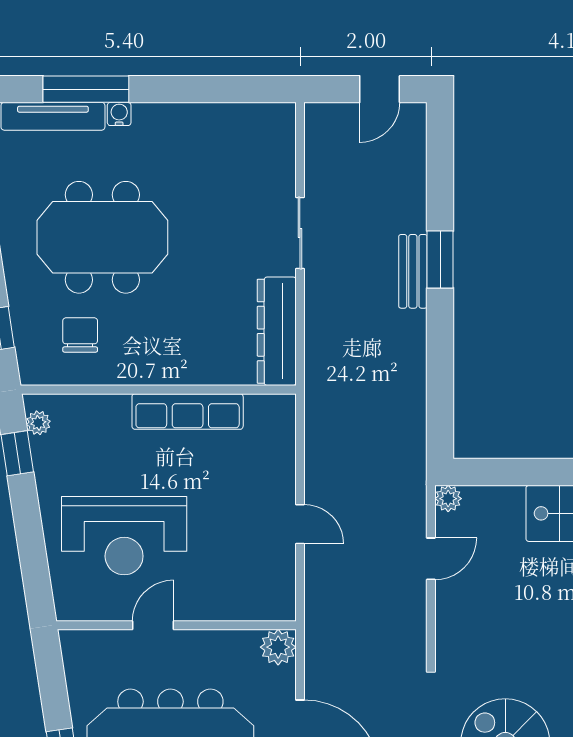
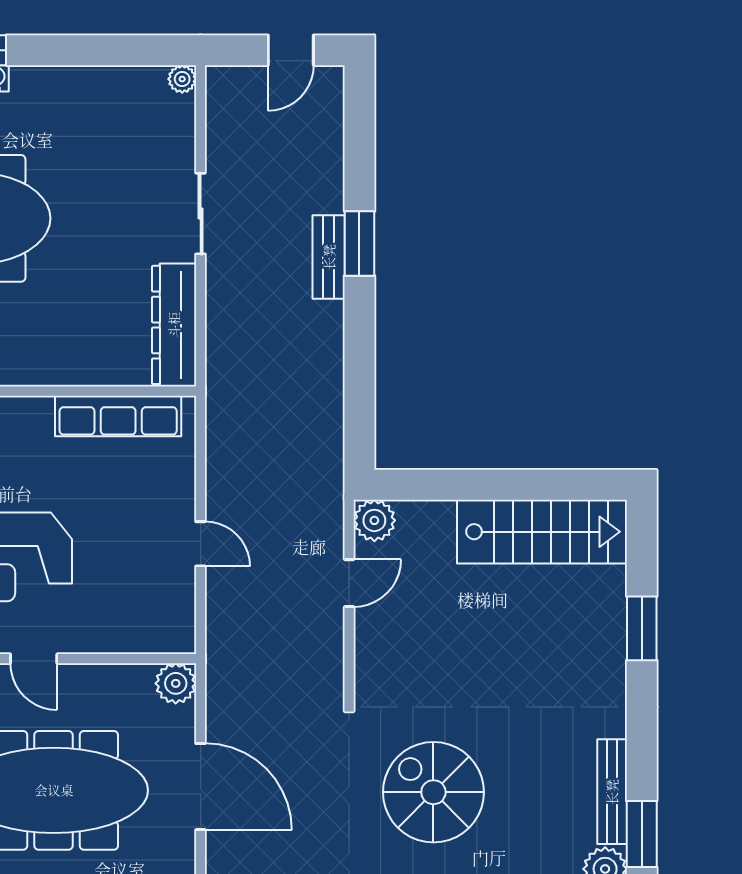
plant: (284, 114) -> (182, 79), added
row of seats: (188, 411) -> (118, 416), moved
plant: (448, 499) -> (374, 520), width x1.38, depth x1.38
door: (153, 625) -> (34, 659), swing flipped

